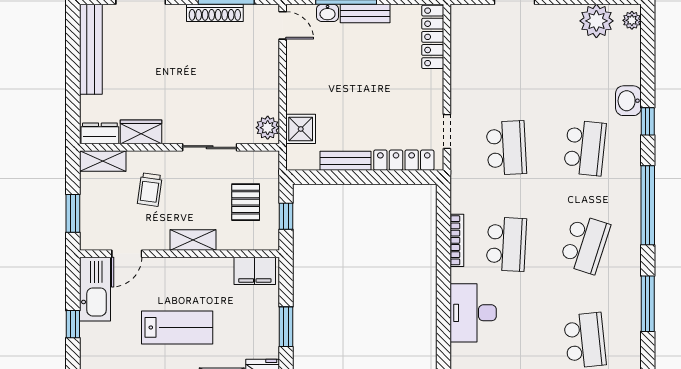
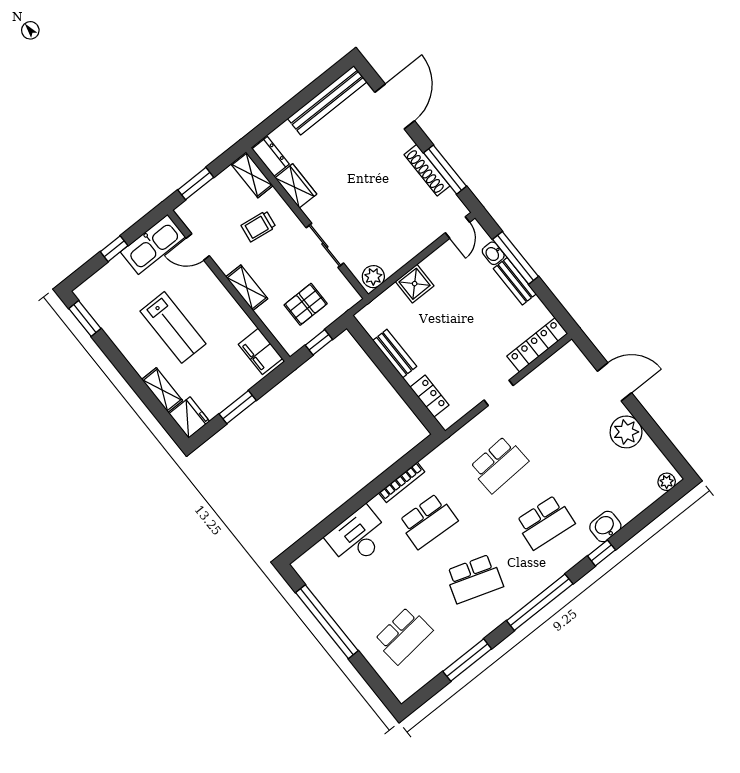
plant: (596, 21) -> (626, 432), moved
shower: (301, 129) -> (415, 284), moved
doorway: (447, 132) -> (499, 393), moved
locker: (404, 160) -> (430, 396), width x0.66

